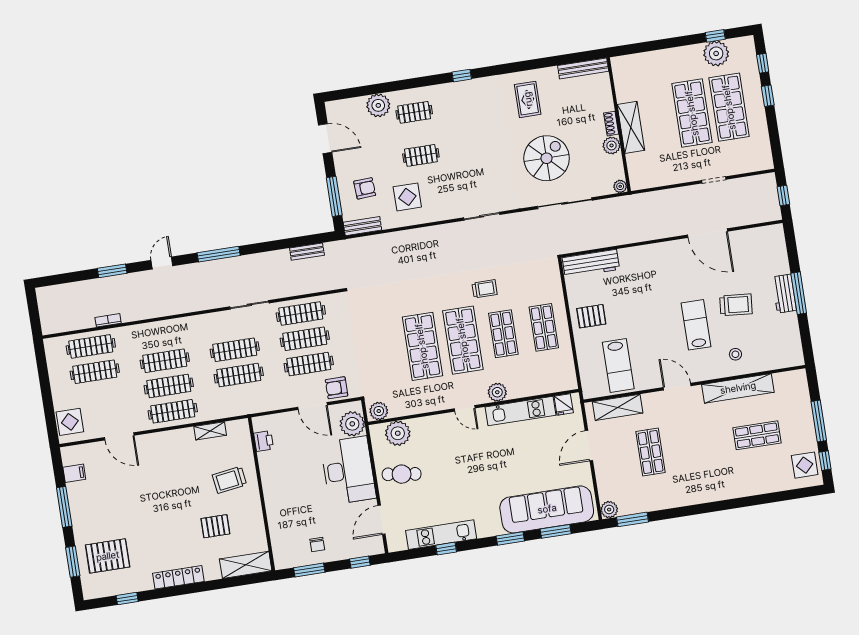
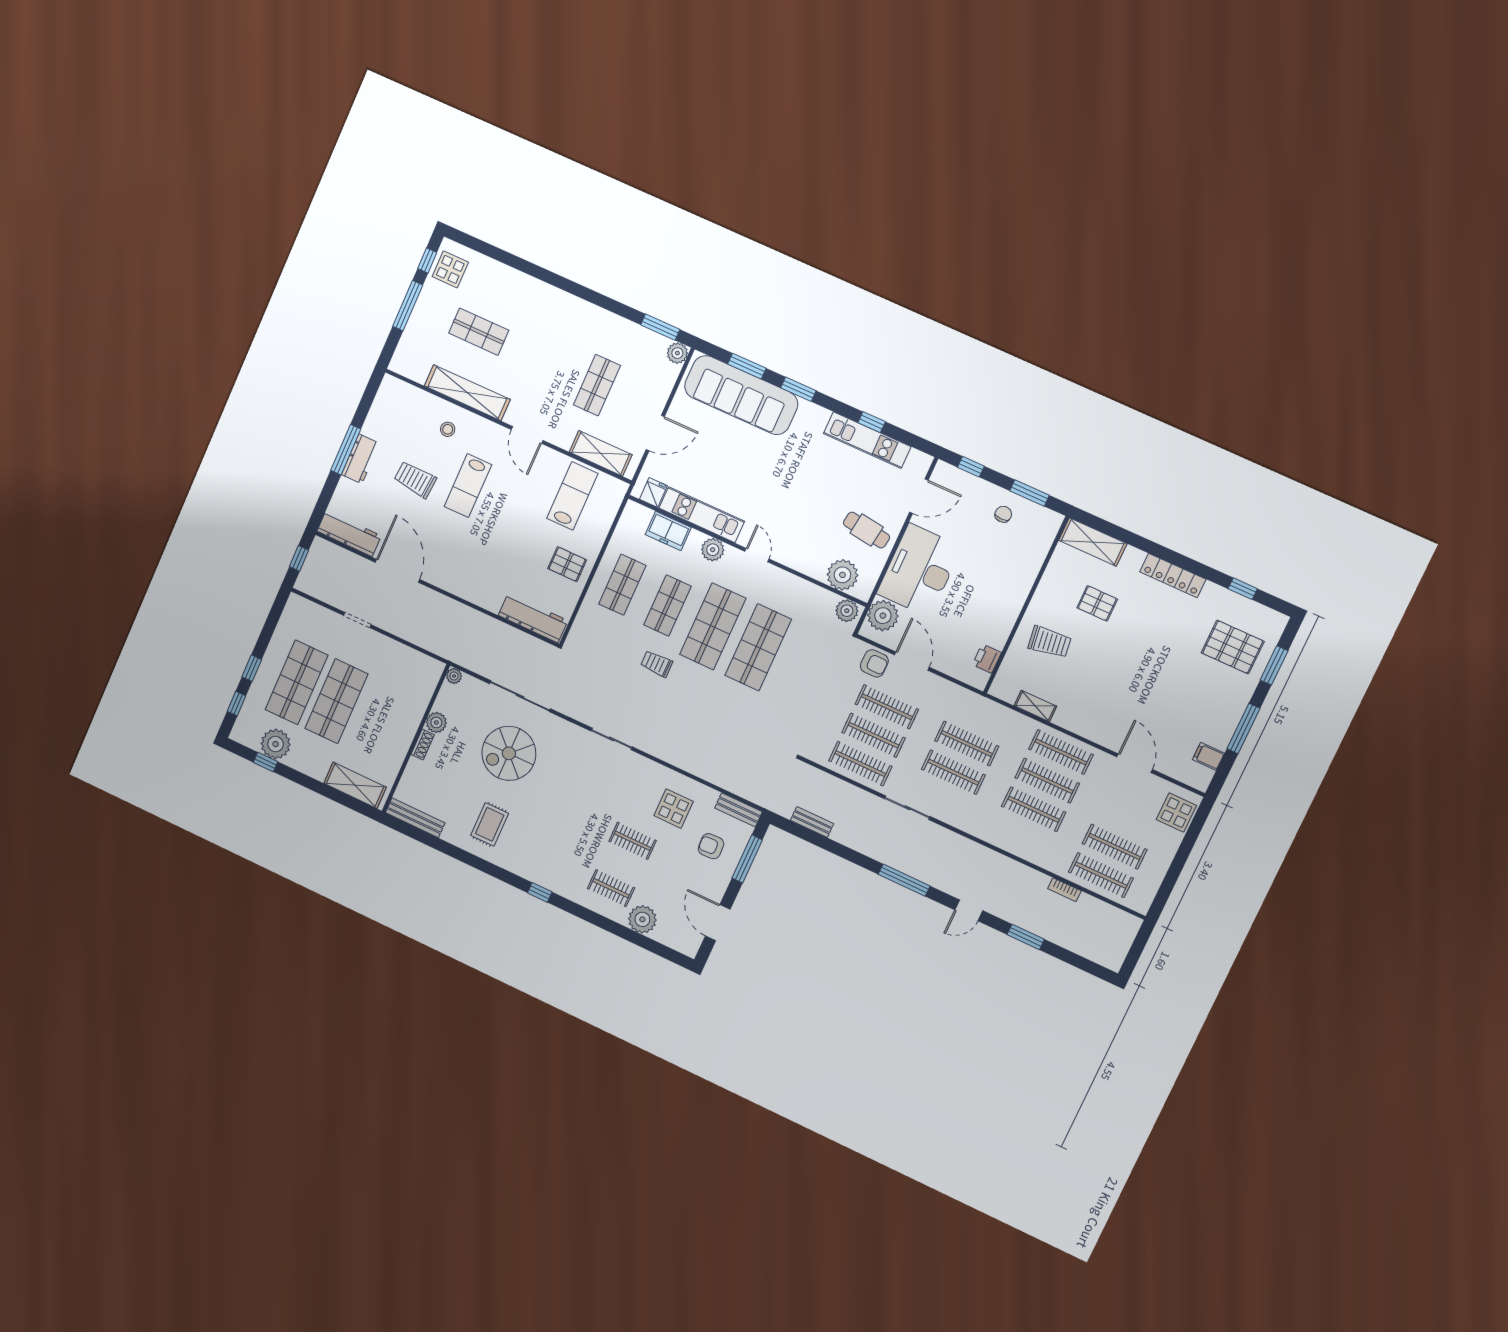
shelving: (631, 127) -> (355, 785), moved, turned 90
workbench: (759, 237) -> (349, 533), added
freezer: (536, 385) -> (668, 531), added

